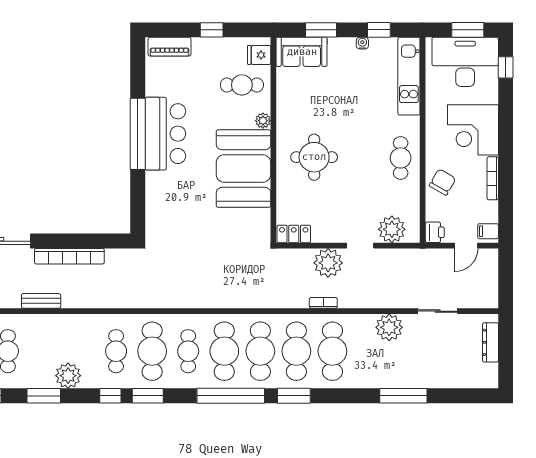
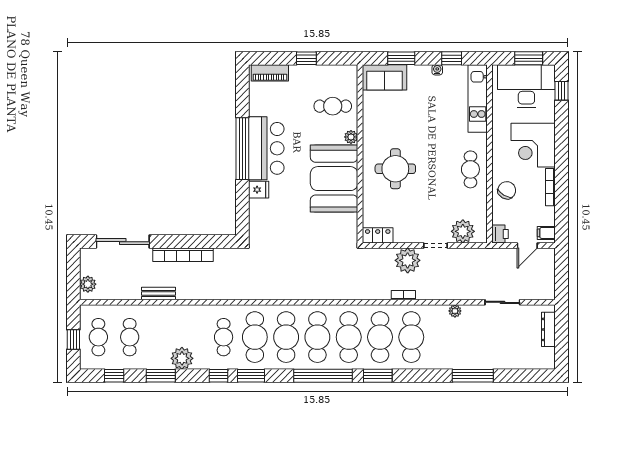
fridge: (259, 55) -> (259, 190), moved, turned 180
plant: (389, 327) -> (455, 311), width x0.53, depth x0.53
cafe table: (188, 351) -> (286, 337), width x1.37, depth x1.35

